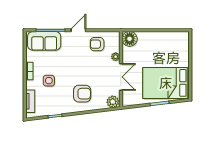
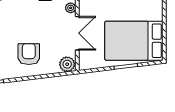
armchair: (82, 94) -> (29, 54), turned -90

